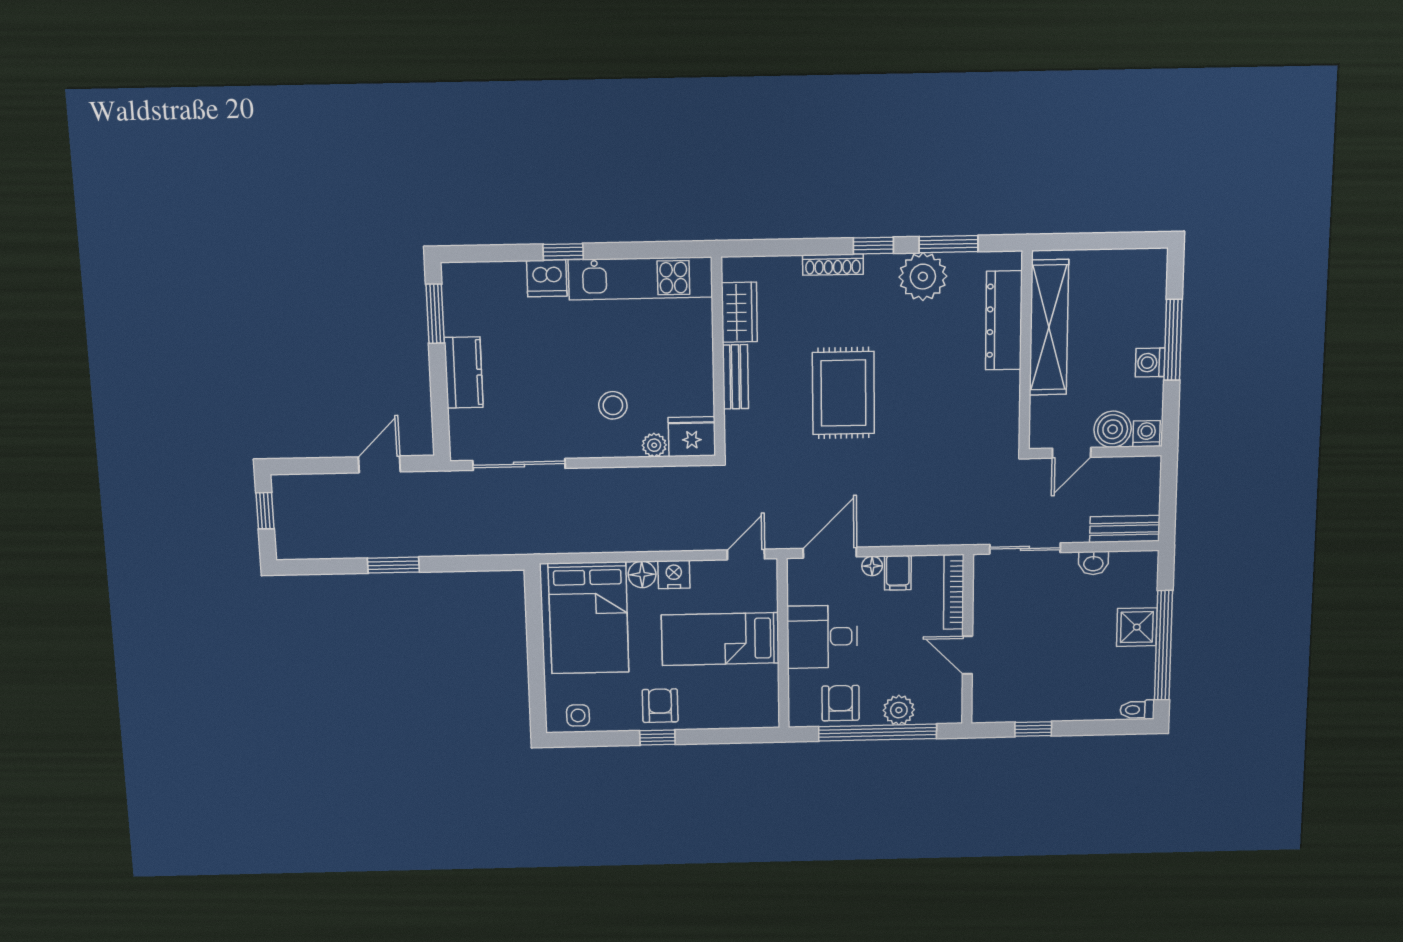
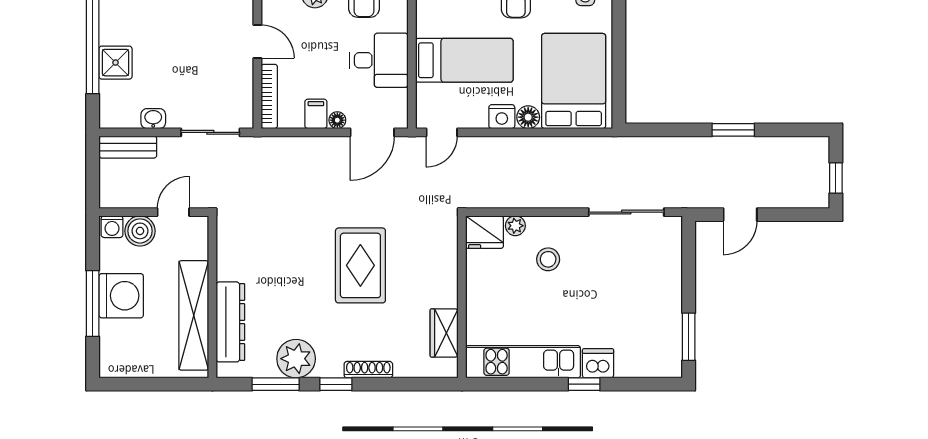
washing machine: (1150, 363) -> (121, 296), width x1.89, depth x1.89
kitchen counter: (464, 372) -> (668, 289), removed
bench: (735, 377) -> (448, 281), removed

